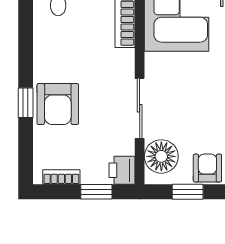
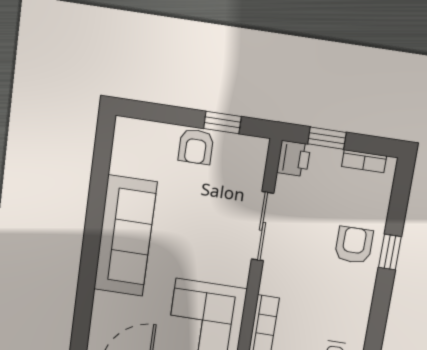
armchair: (58, 104) -> (354, 245), width x0.72, depth x0.72
floor lamp: (161, 156) -> (246, 168), removed

